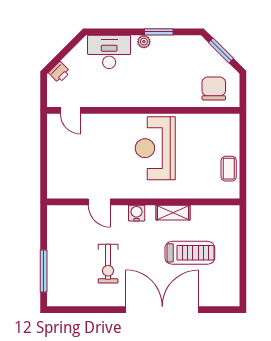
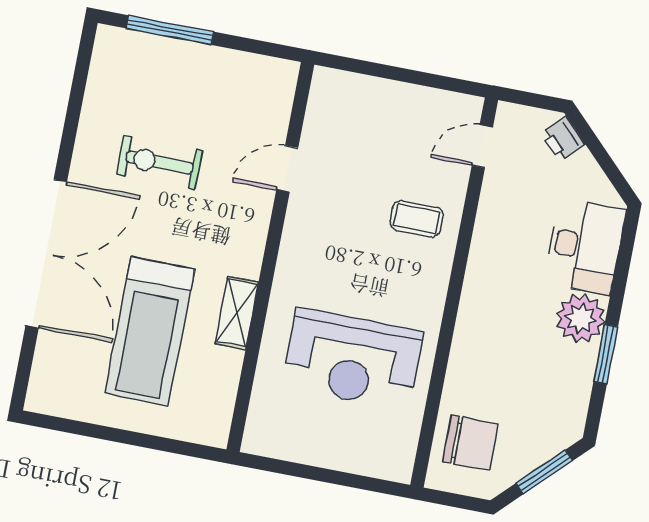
plant: (144, 42) -> (581, 318), width x1.88, depth x1.88
reception desk: (155, 148) -> (353, 359), moved, turned 180
coffee table: (229, 169) -> (417, 219), moved
water cooler: (137, 213) -> (250, 239), removed
treadmill: (190, 253) -> (150, 331), width x1.37, depth x1.38

